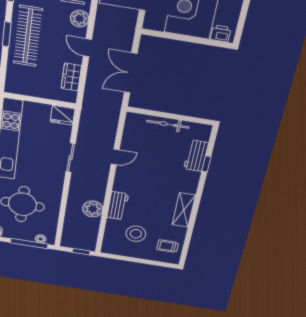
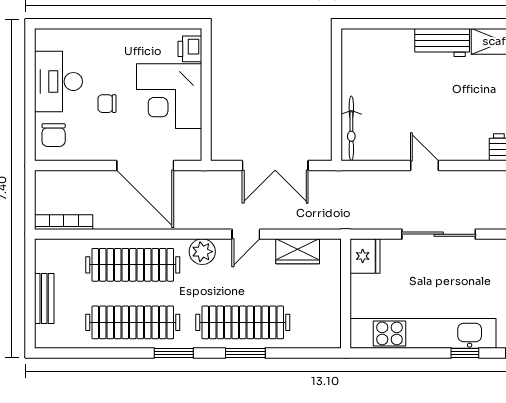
bicycle: (168, 124) -> (351, 128), moved
workbench: (196, 156) -> (442, 42), moved
sliding door: (71, 158) -> (439, 234), width x1.37
window: (206, 164) -> (411, 24), removed

